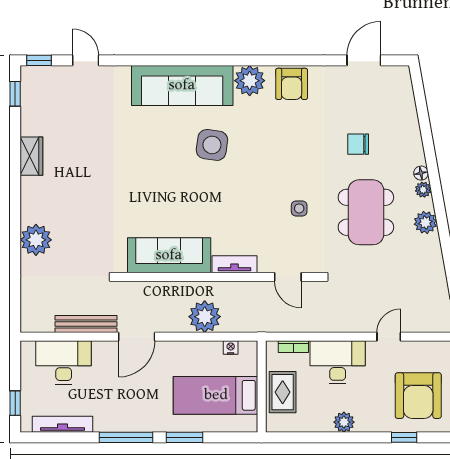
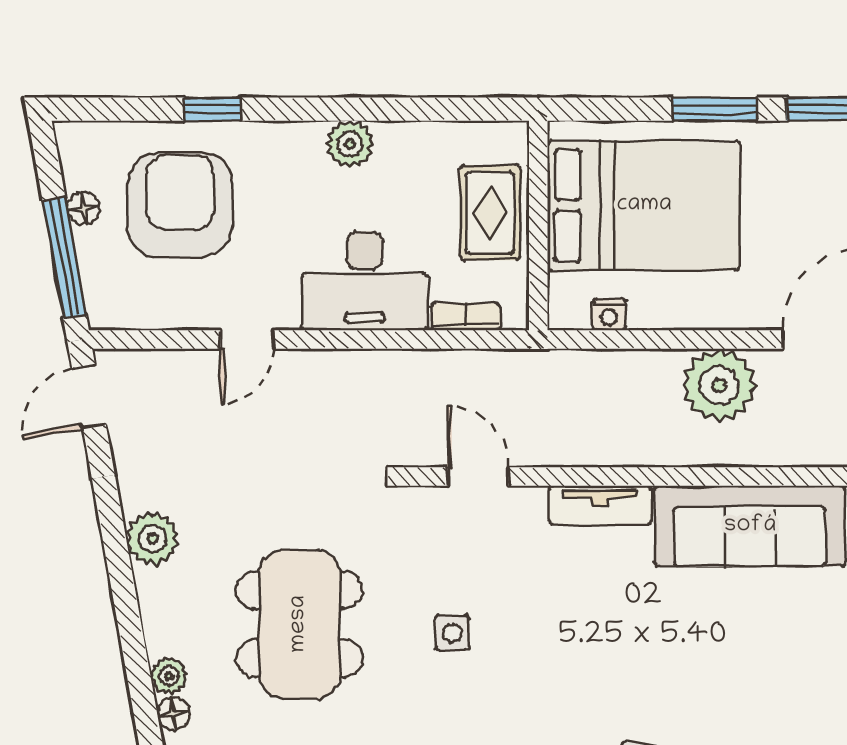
plant: (425, 222) -> (152, 539), moved
plant: (205, 317) -> (719, 385), moved
bed: (216, 395) -> (644, 205), width x1.50

